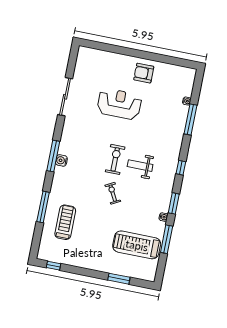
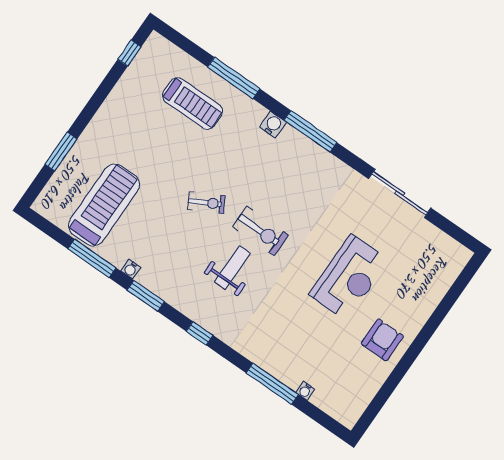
water cooler: (61, 160) -> (273, 125), moved

